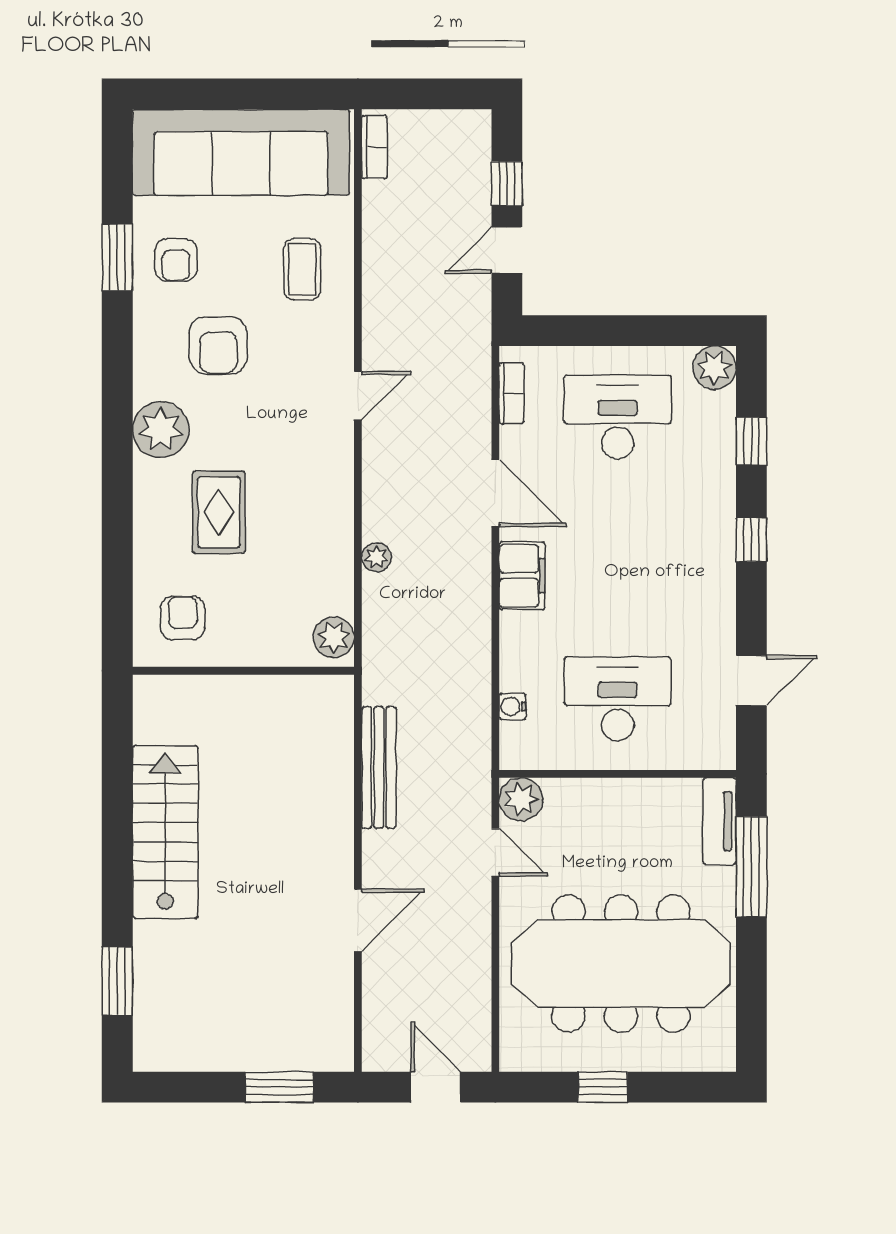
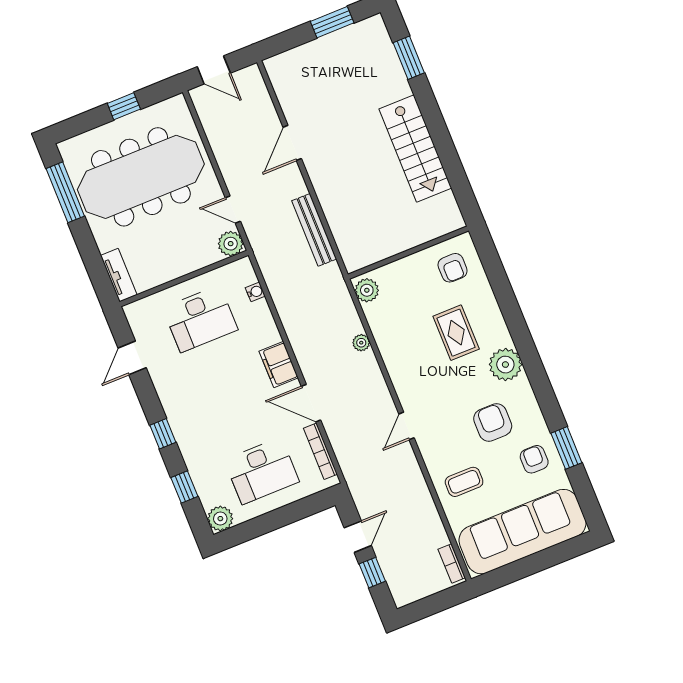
coffee table: (302, 269) -> (464, 482), turned 90
bookcase: (511, 393) -> (320, 451), width x1.56
window: (751, 867) -> (65, 192), moved
window: (279, 1087) -> (332, 22), moved

